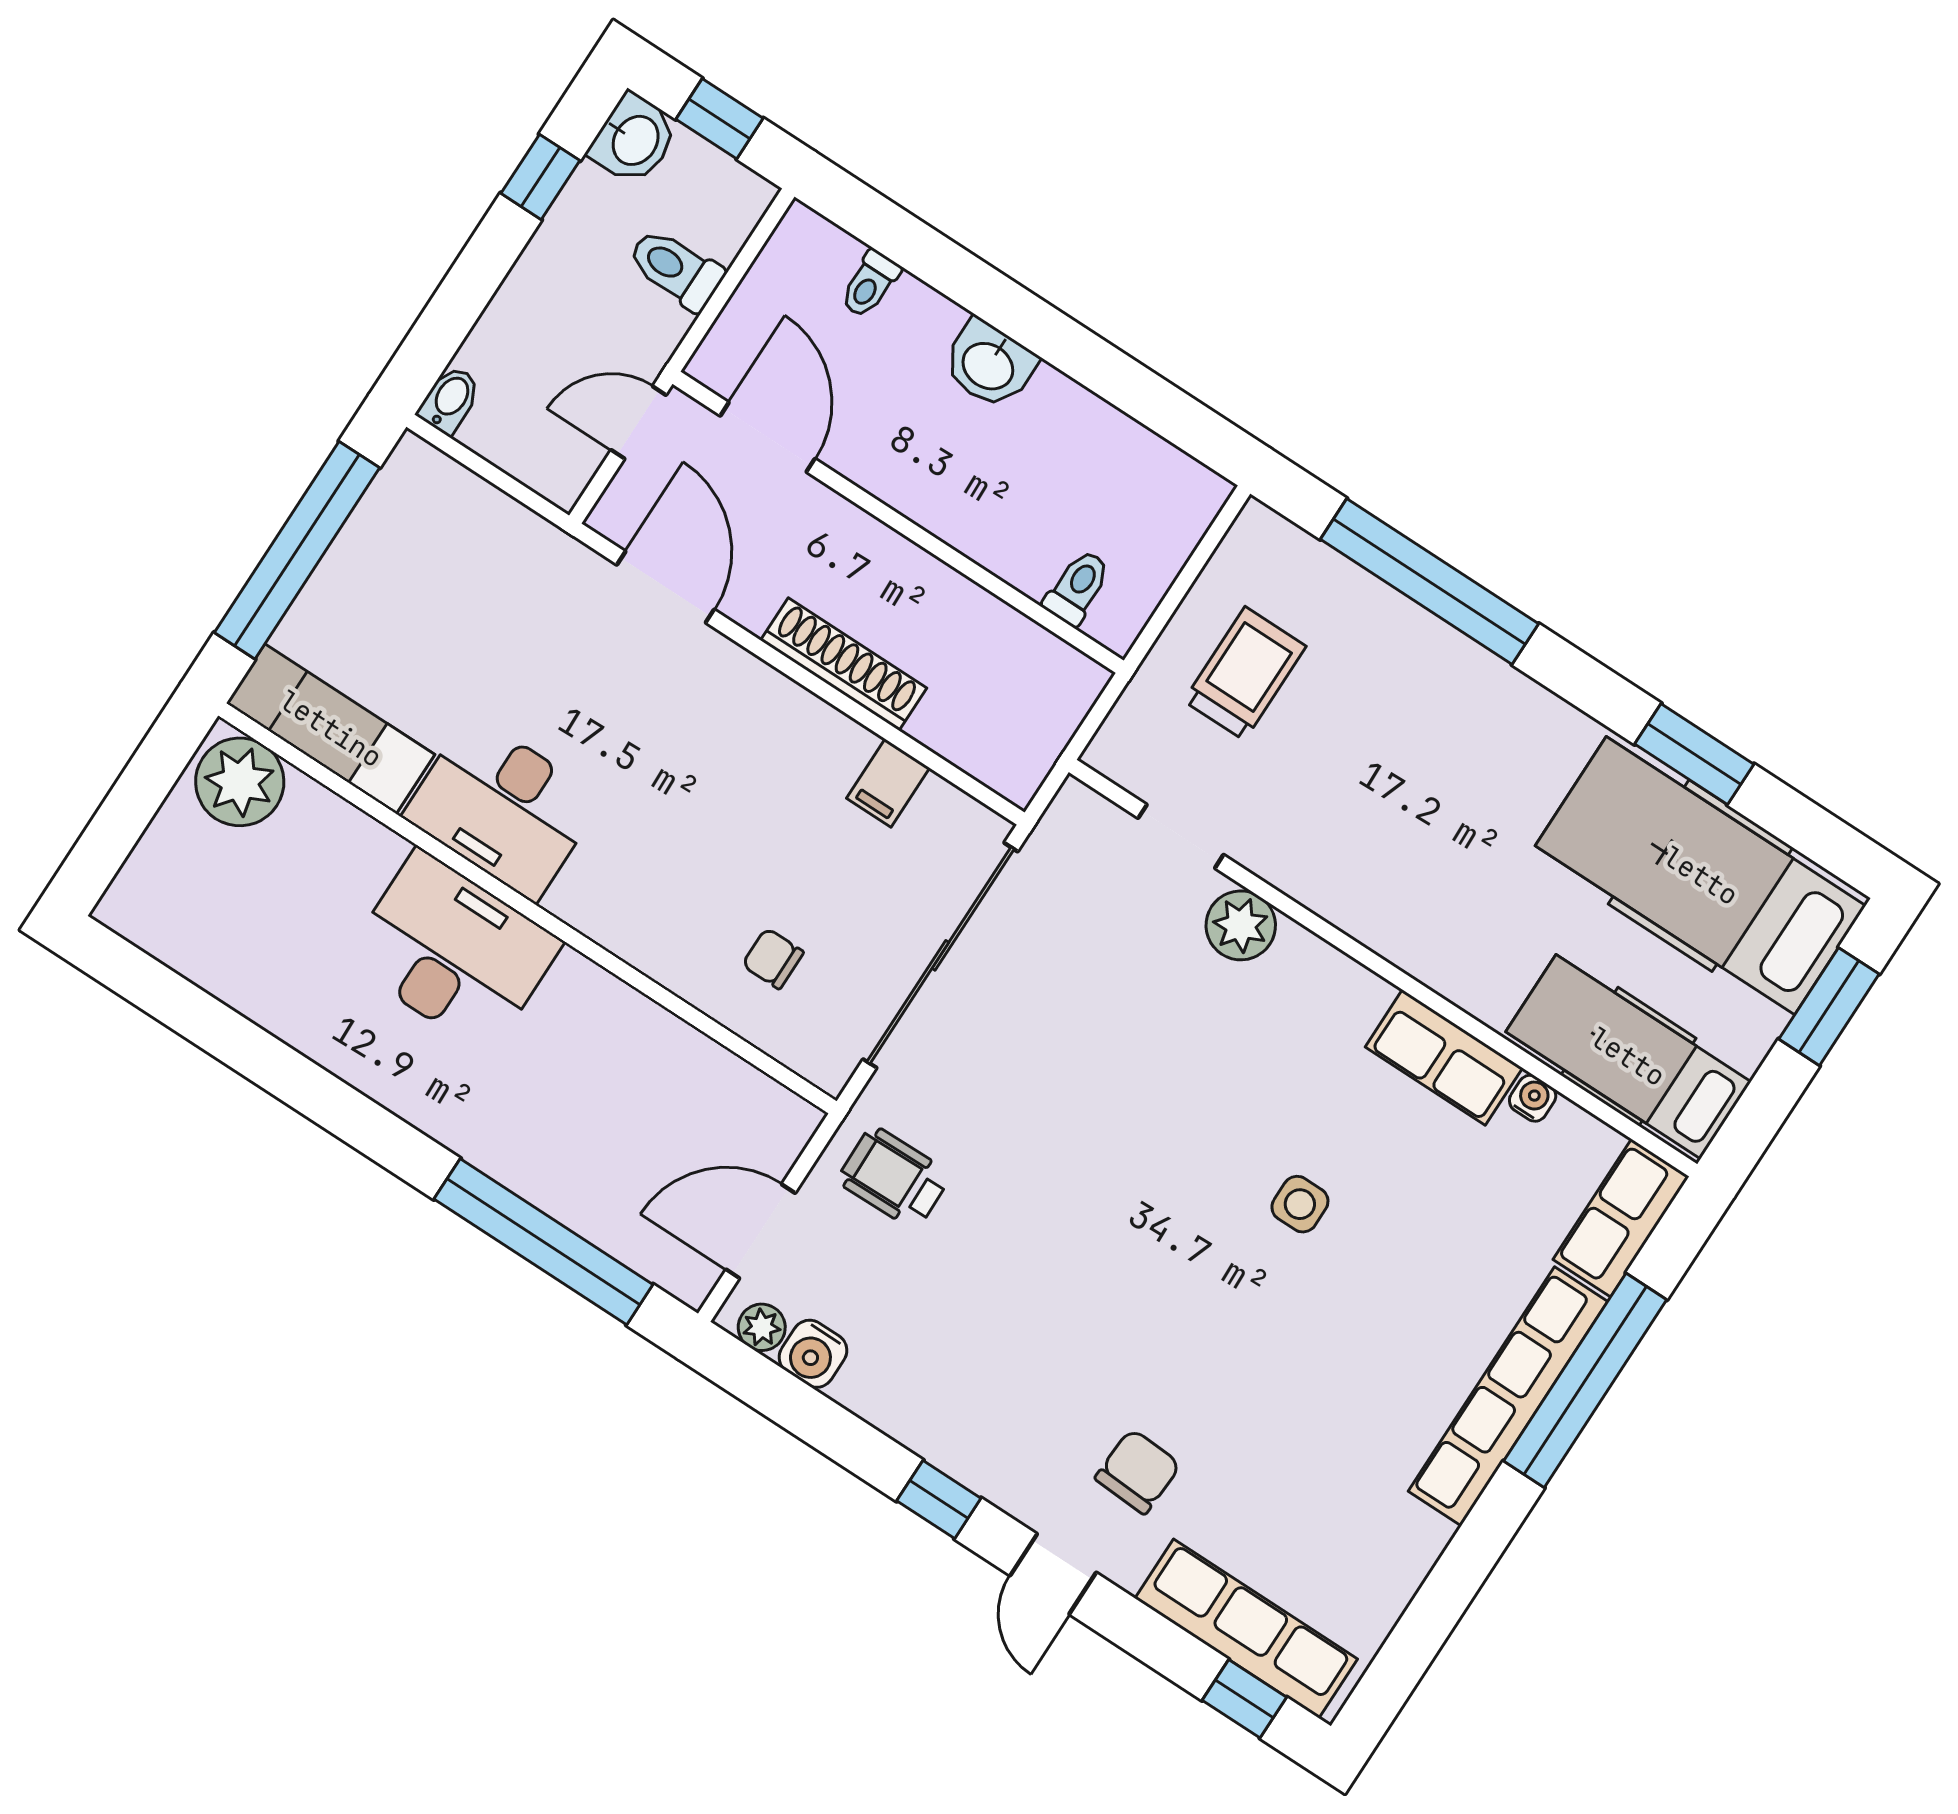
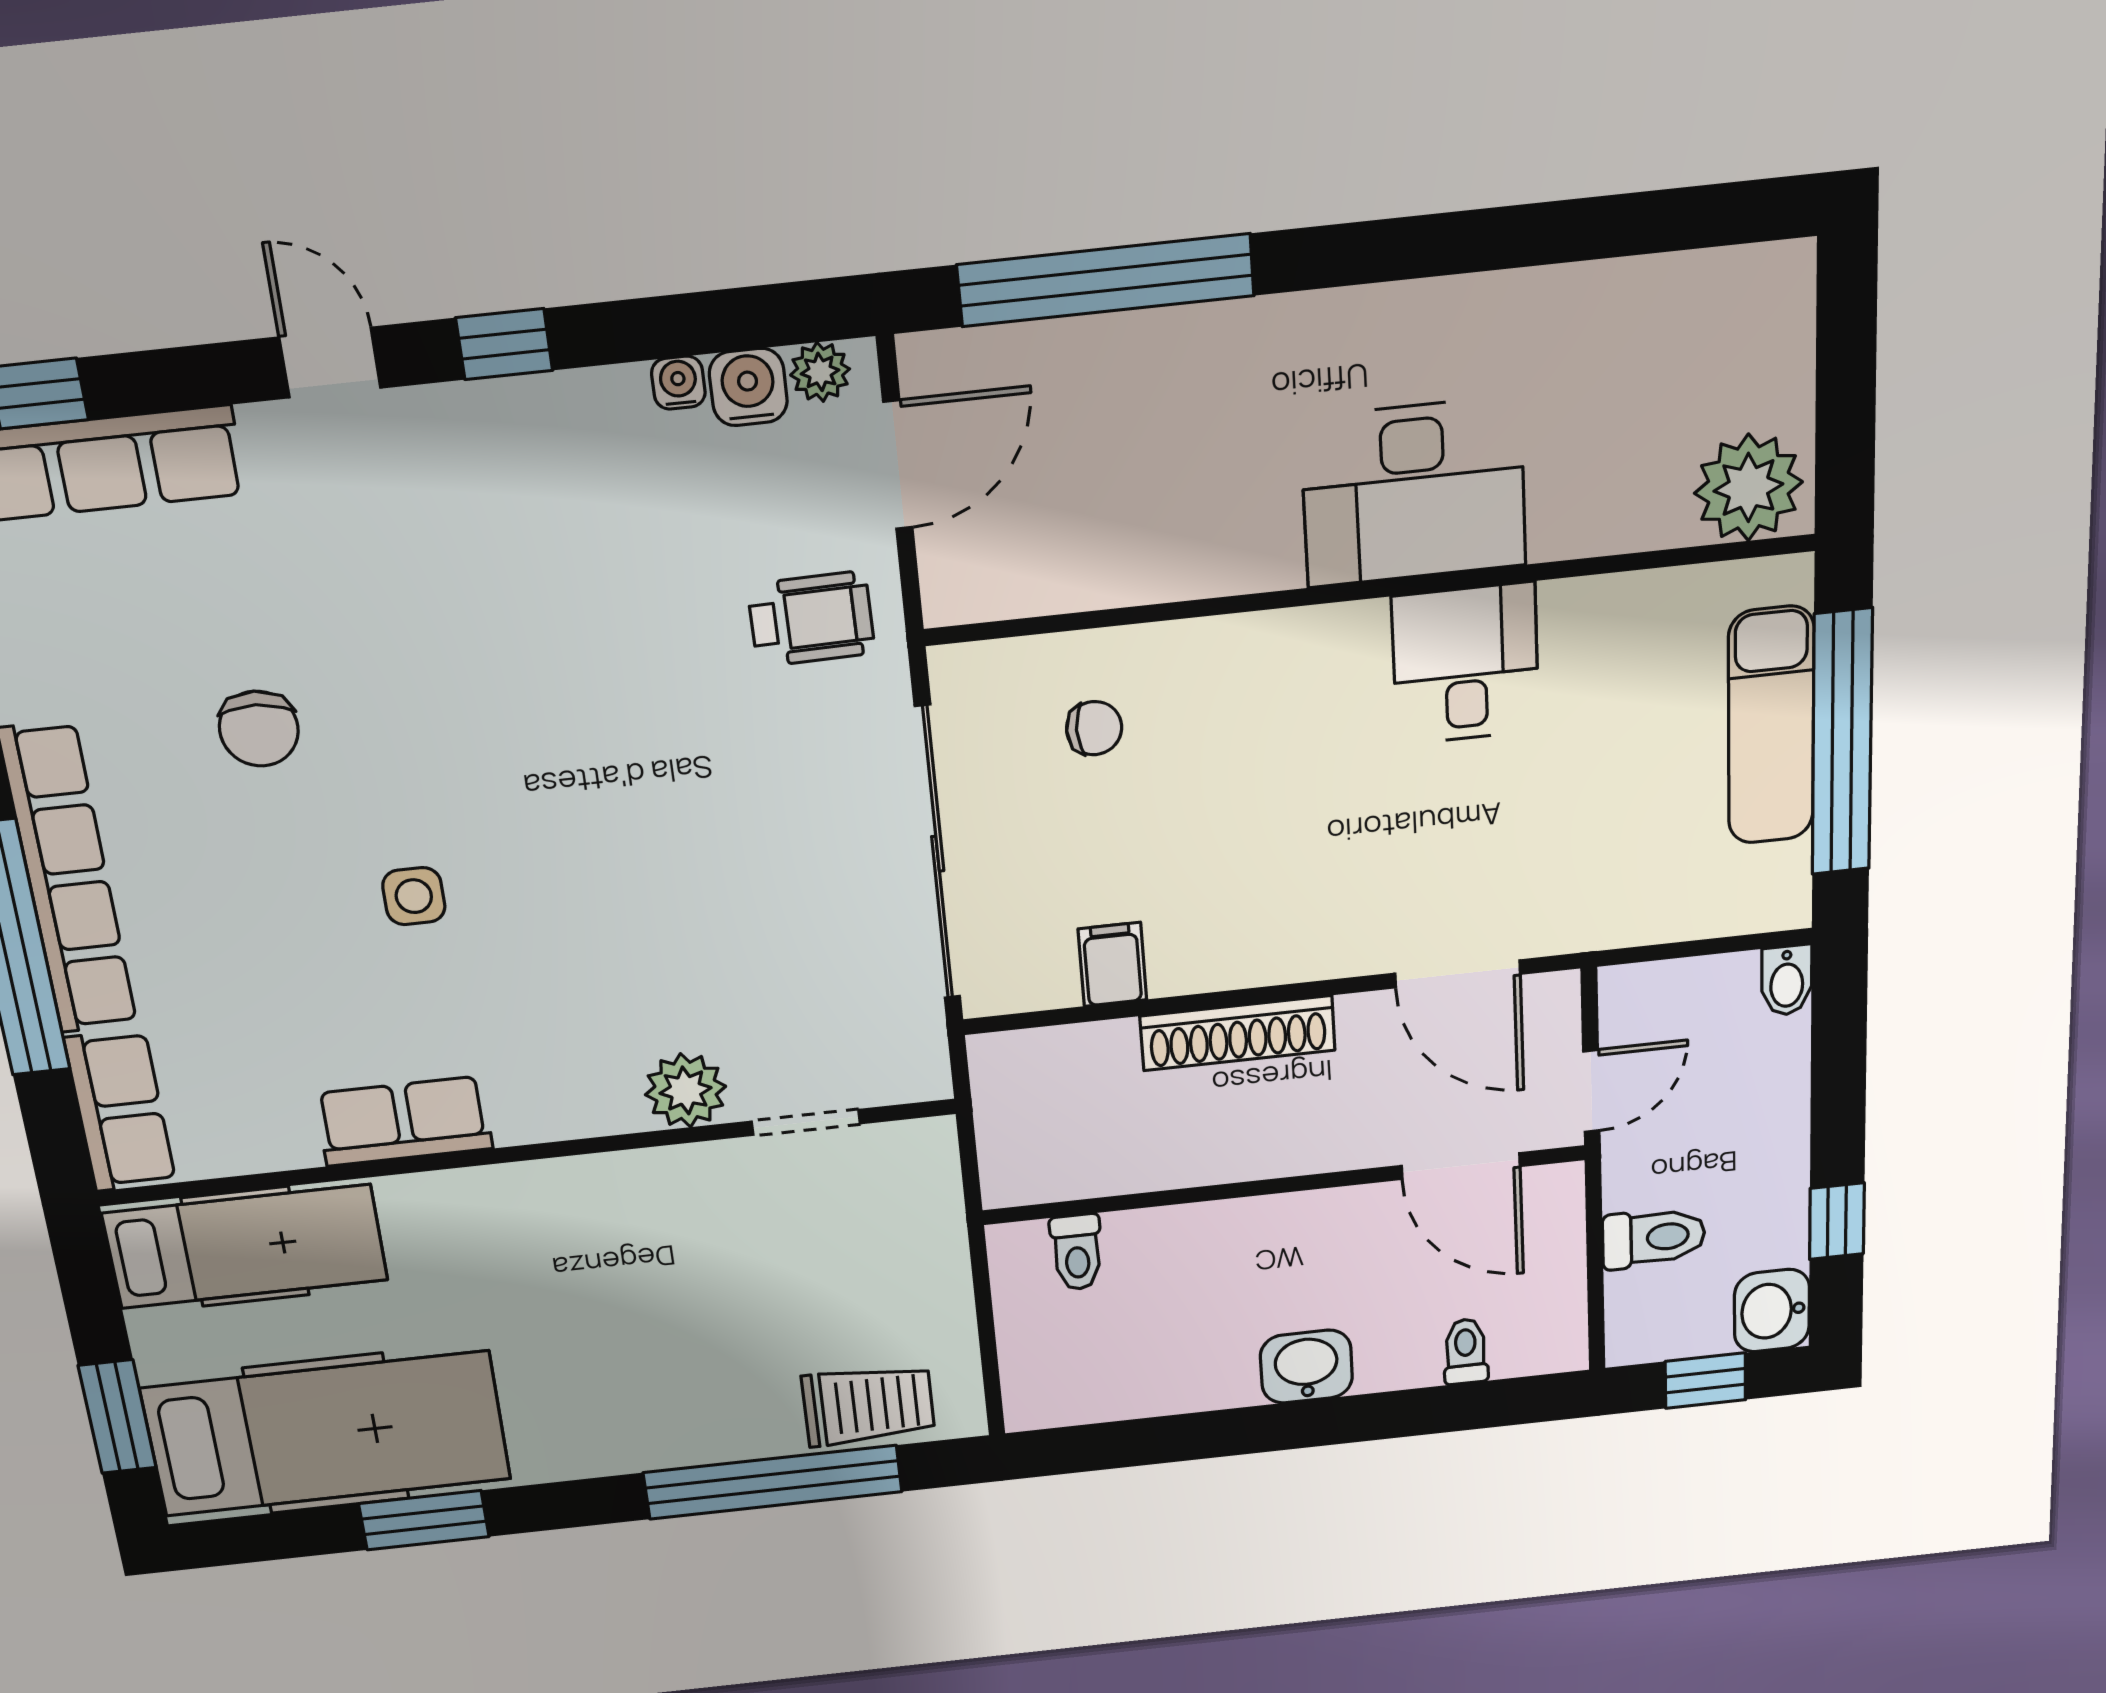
trolley: (1245, 674) -> (868, 1405), moved, turned -90
exam couch: (331, 729) -> (1771, 726), moved, turned 90
desk: (503, 807) -> (1466, 664), width x0.73
water cooler: (1533, 1098) -> (678, 383), moved, turned 180
chair: (1138, 1472) -> (259, 729), moved

